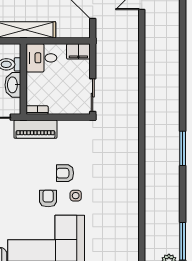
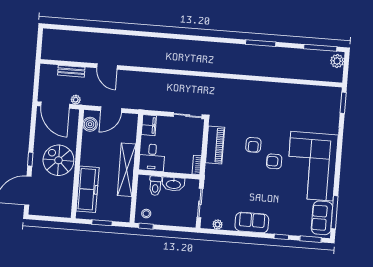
piano: (35, 129) -> (215, 145), moved
window: (183, 148) -> (261, 43), moved
side table: (76, 196) -> (274, 137), removed

